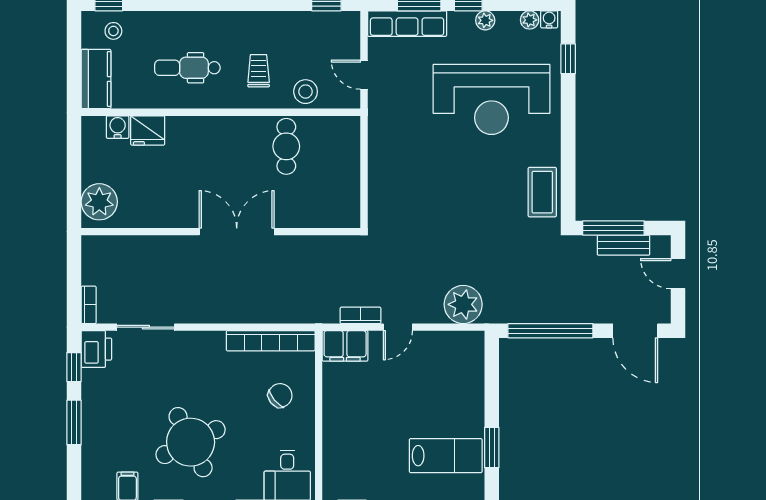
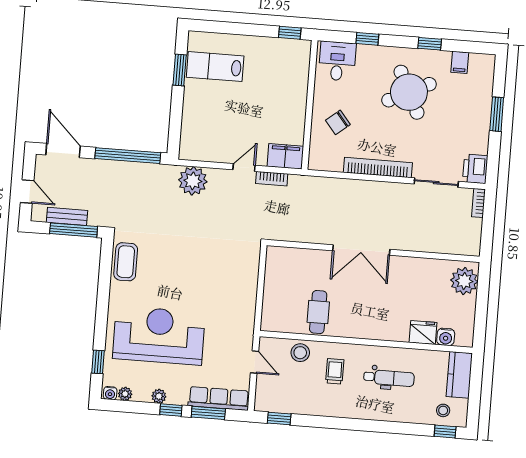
trolley: (259, 71) -> (335, 371), turned 180
bookcase: (271, 341) -> (378, 168), moved
window: (74, 367) -> (493, 156), removed

